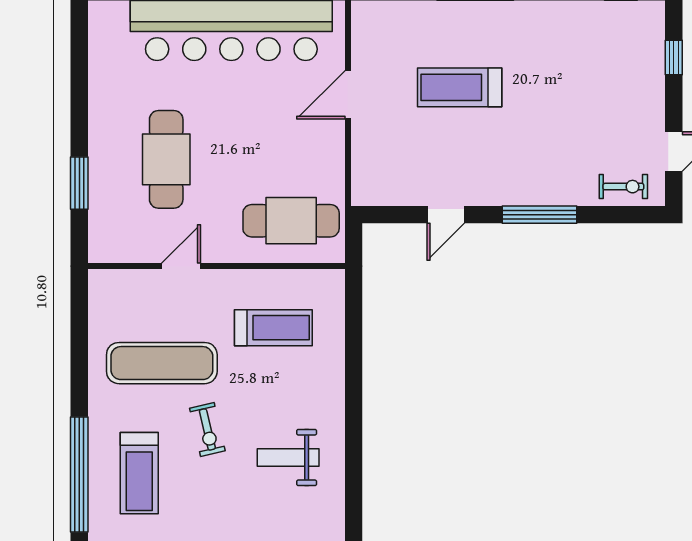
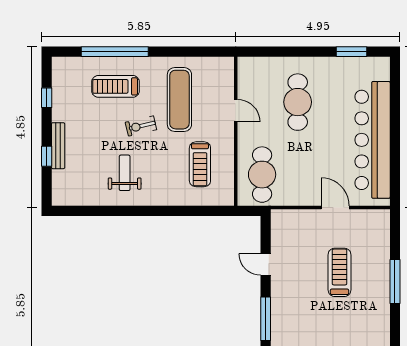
cafe table: (166, 159) -> (298, 102), turned 90
window: (79, 183) -> (351, 52), moved

